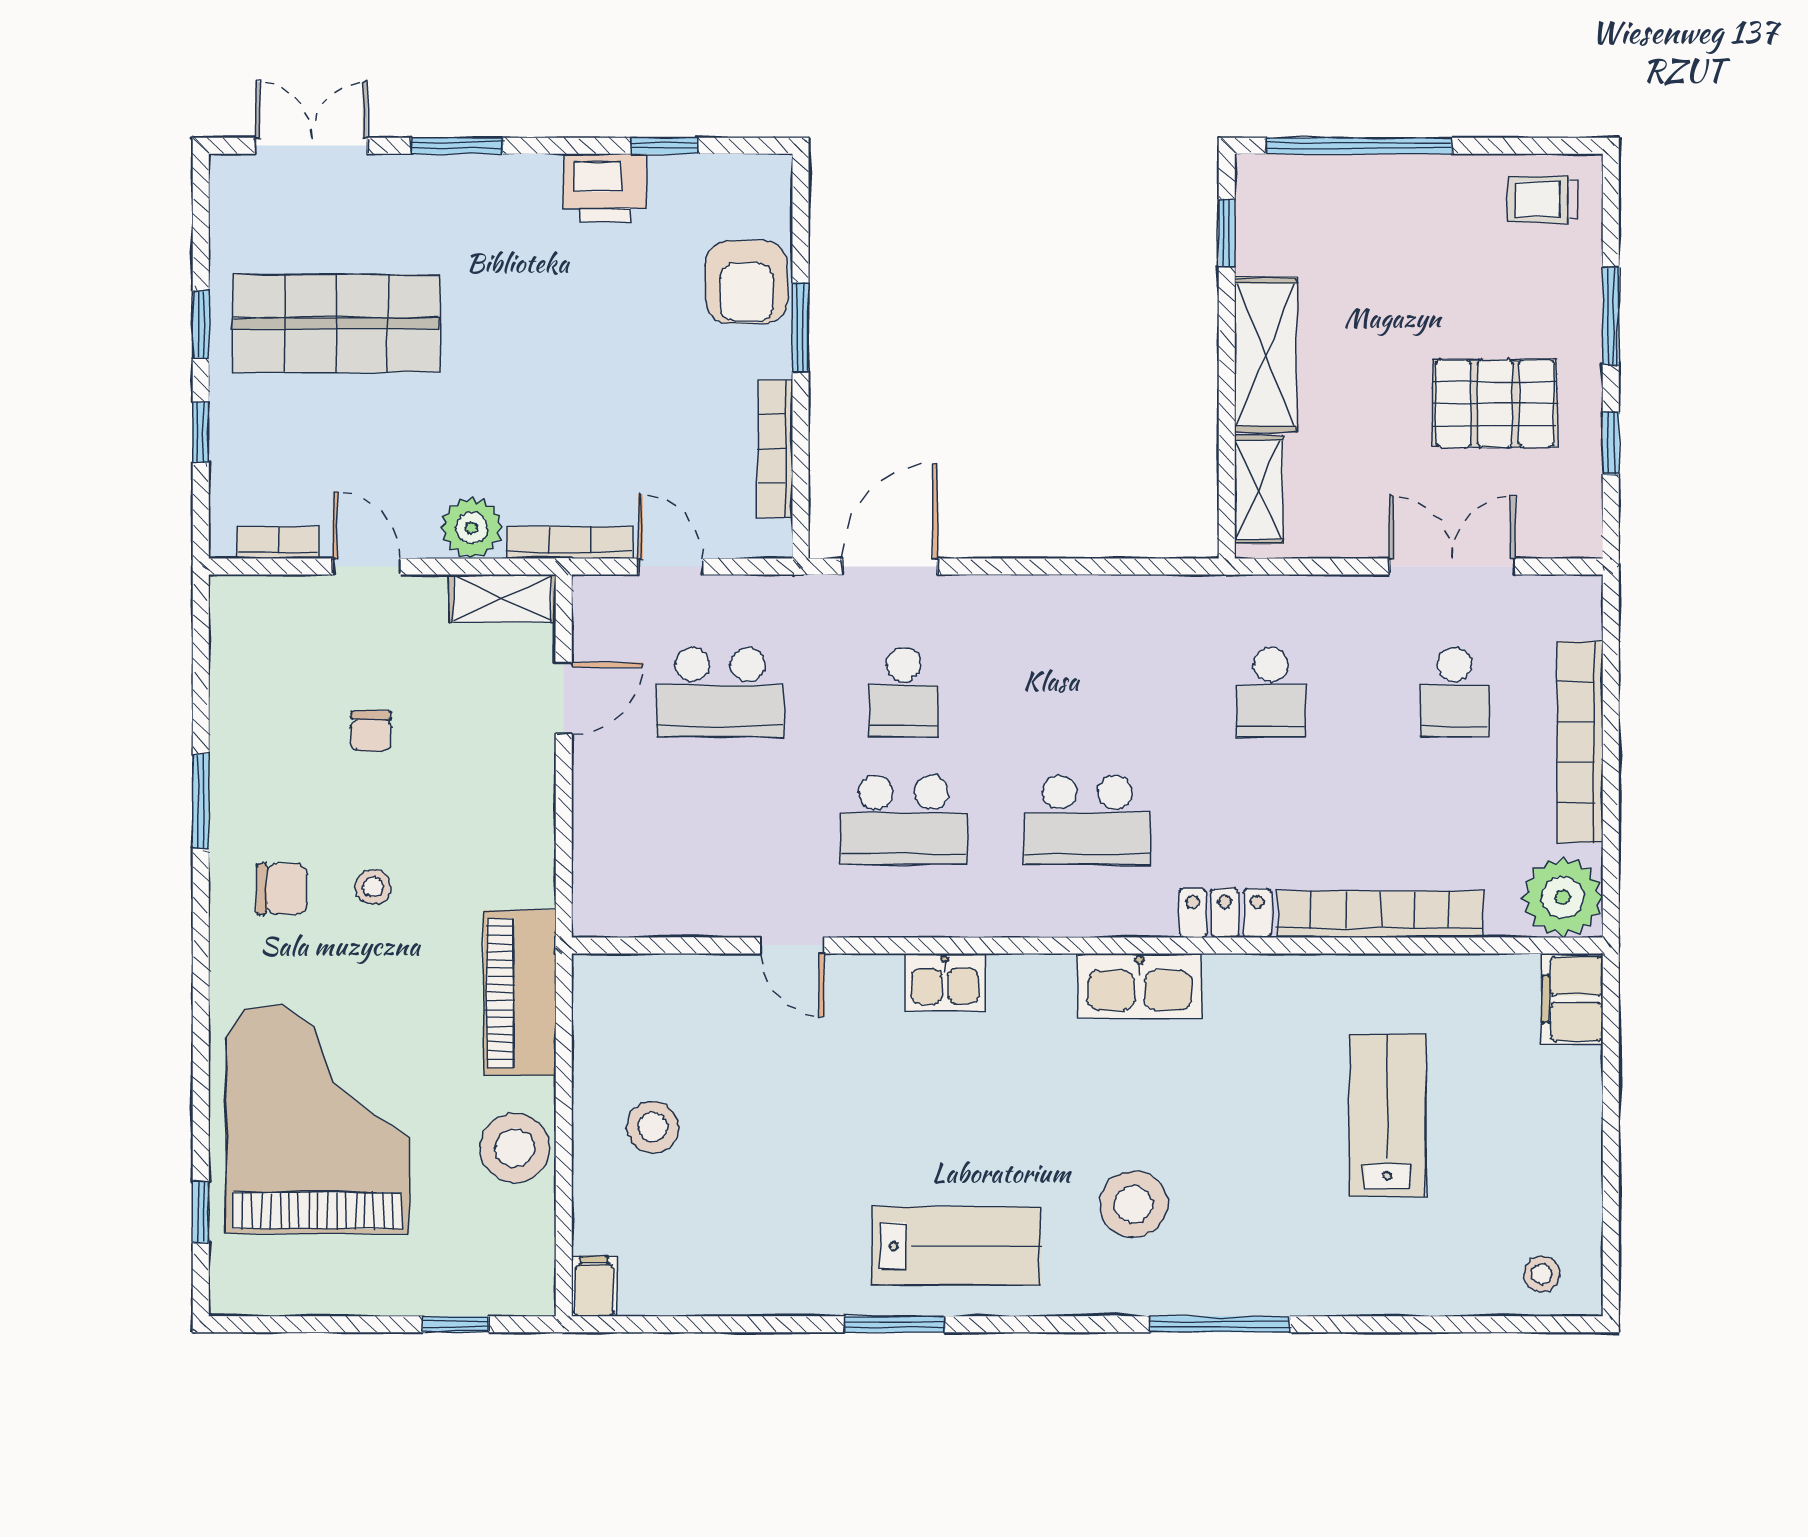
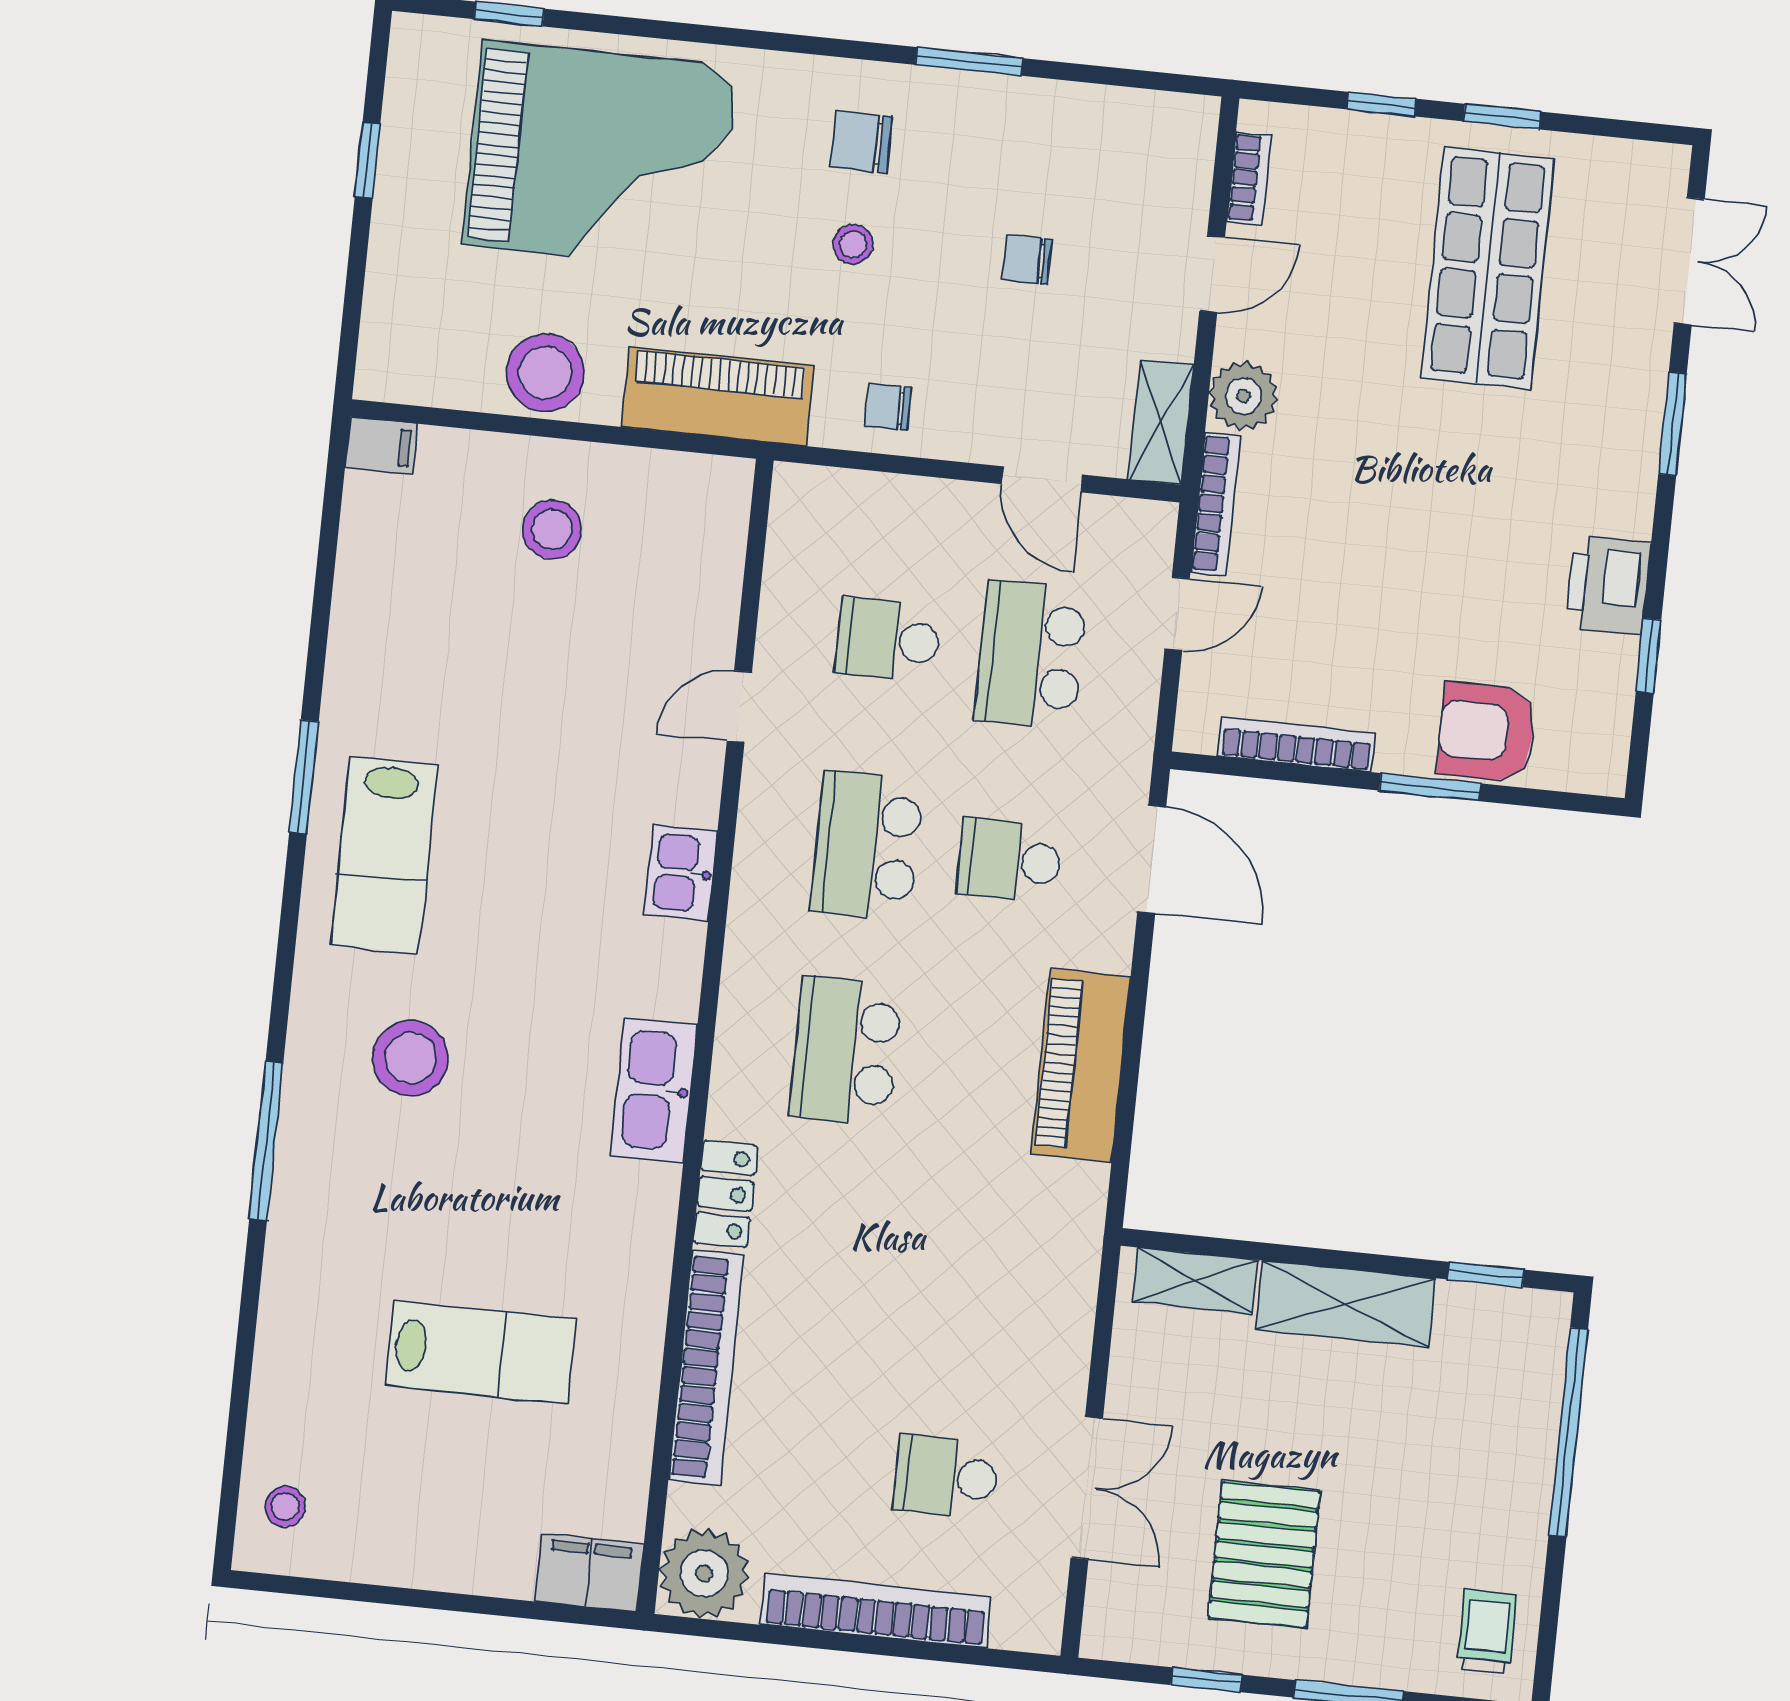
piano: (1079, 611) -> (1081, 1065), added
school desk: (1271, 692) -> (888, 640), moved
chair: (514, 841) -> (888, 407), added
chair: (282, 889) -> (861, 142), turned 90
window: (455, 1324) -> (368, 160), moved

